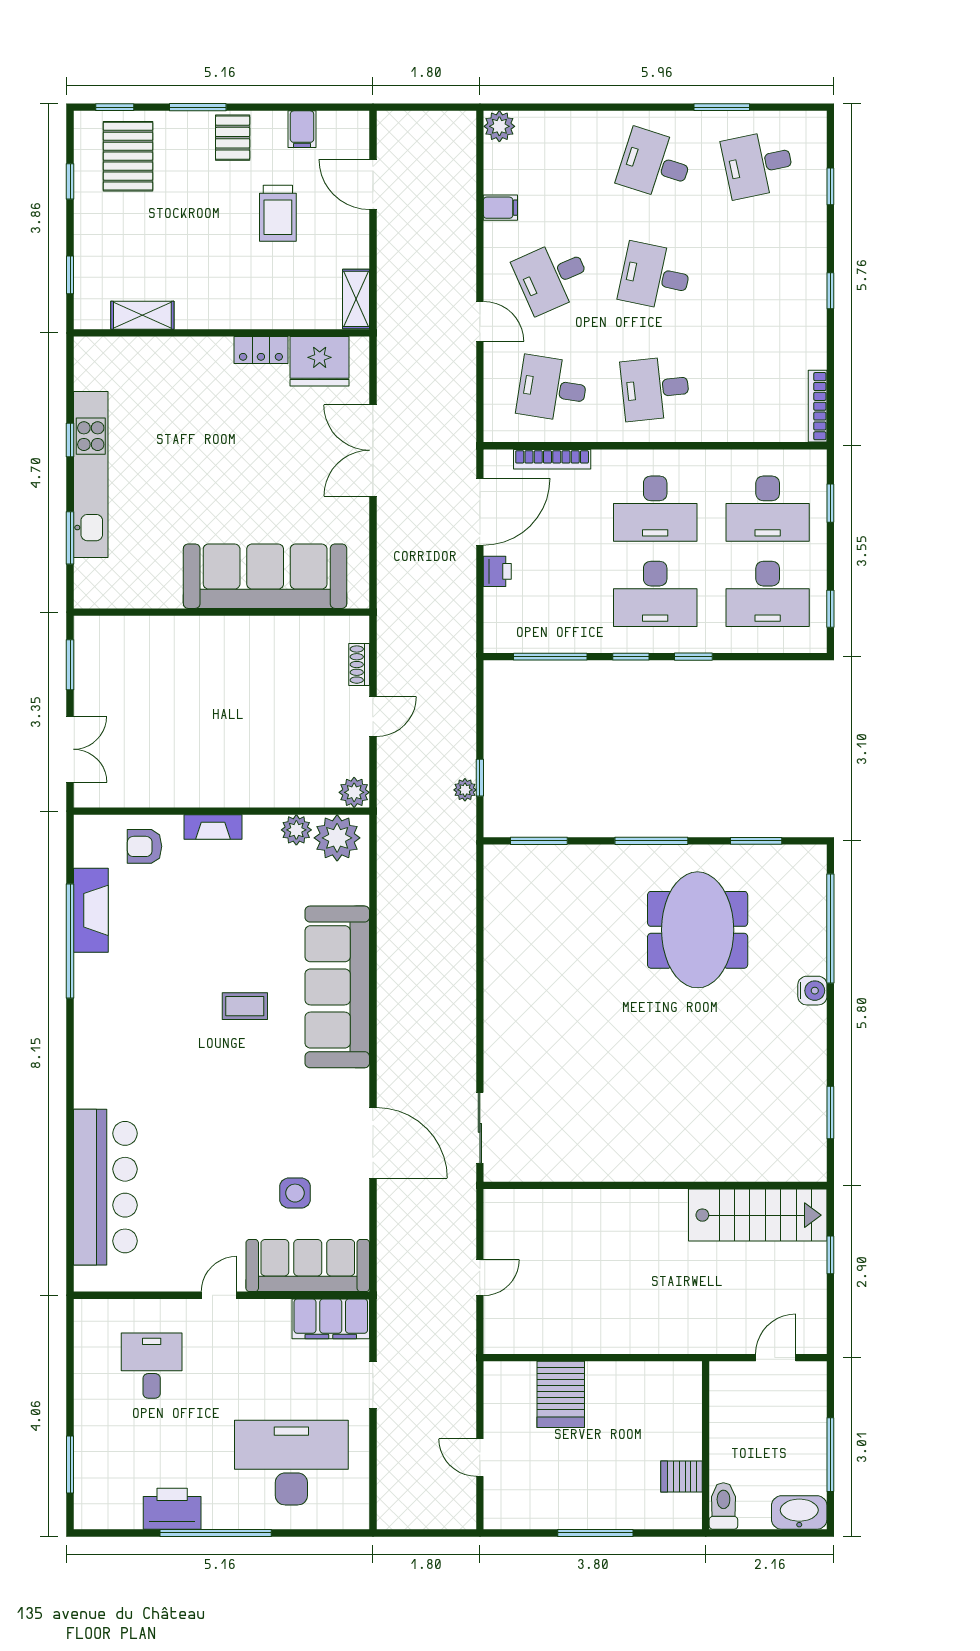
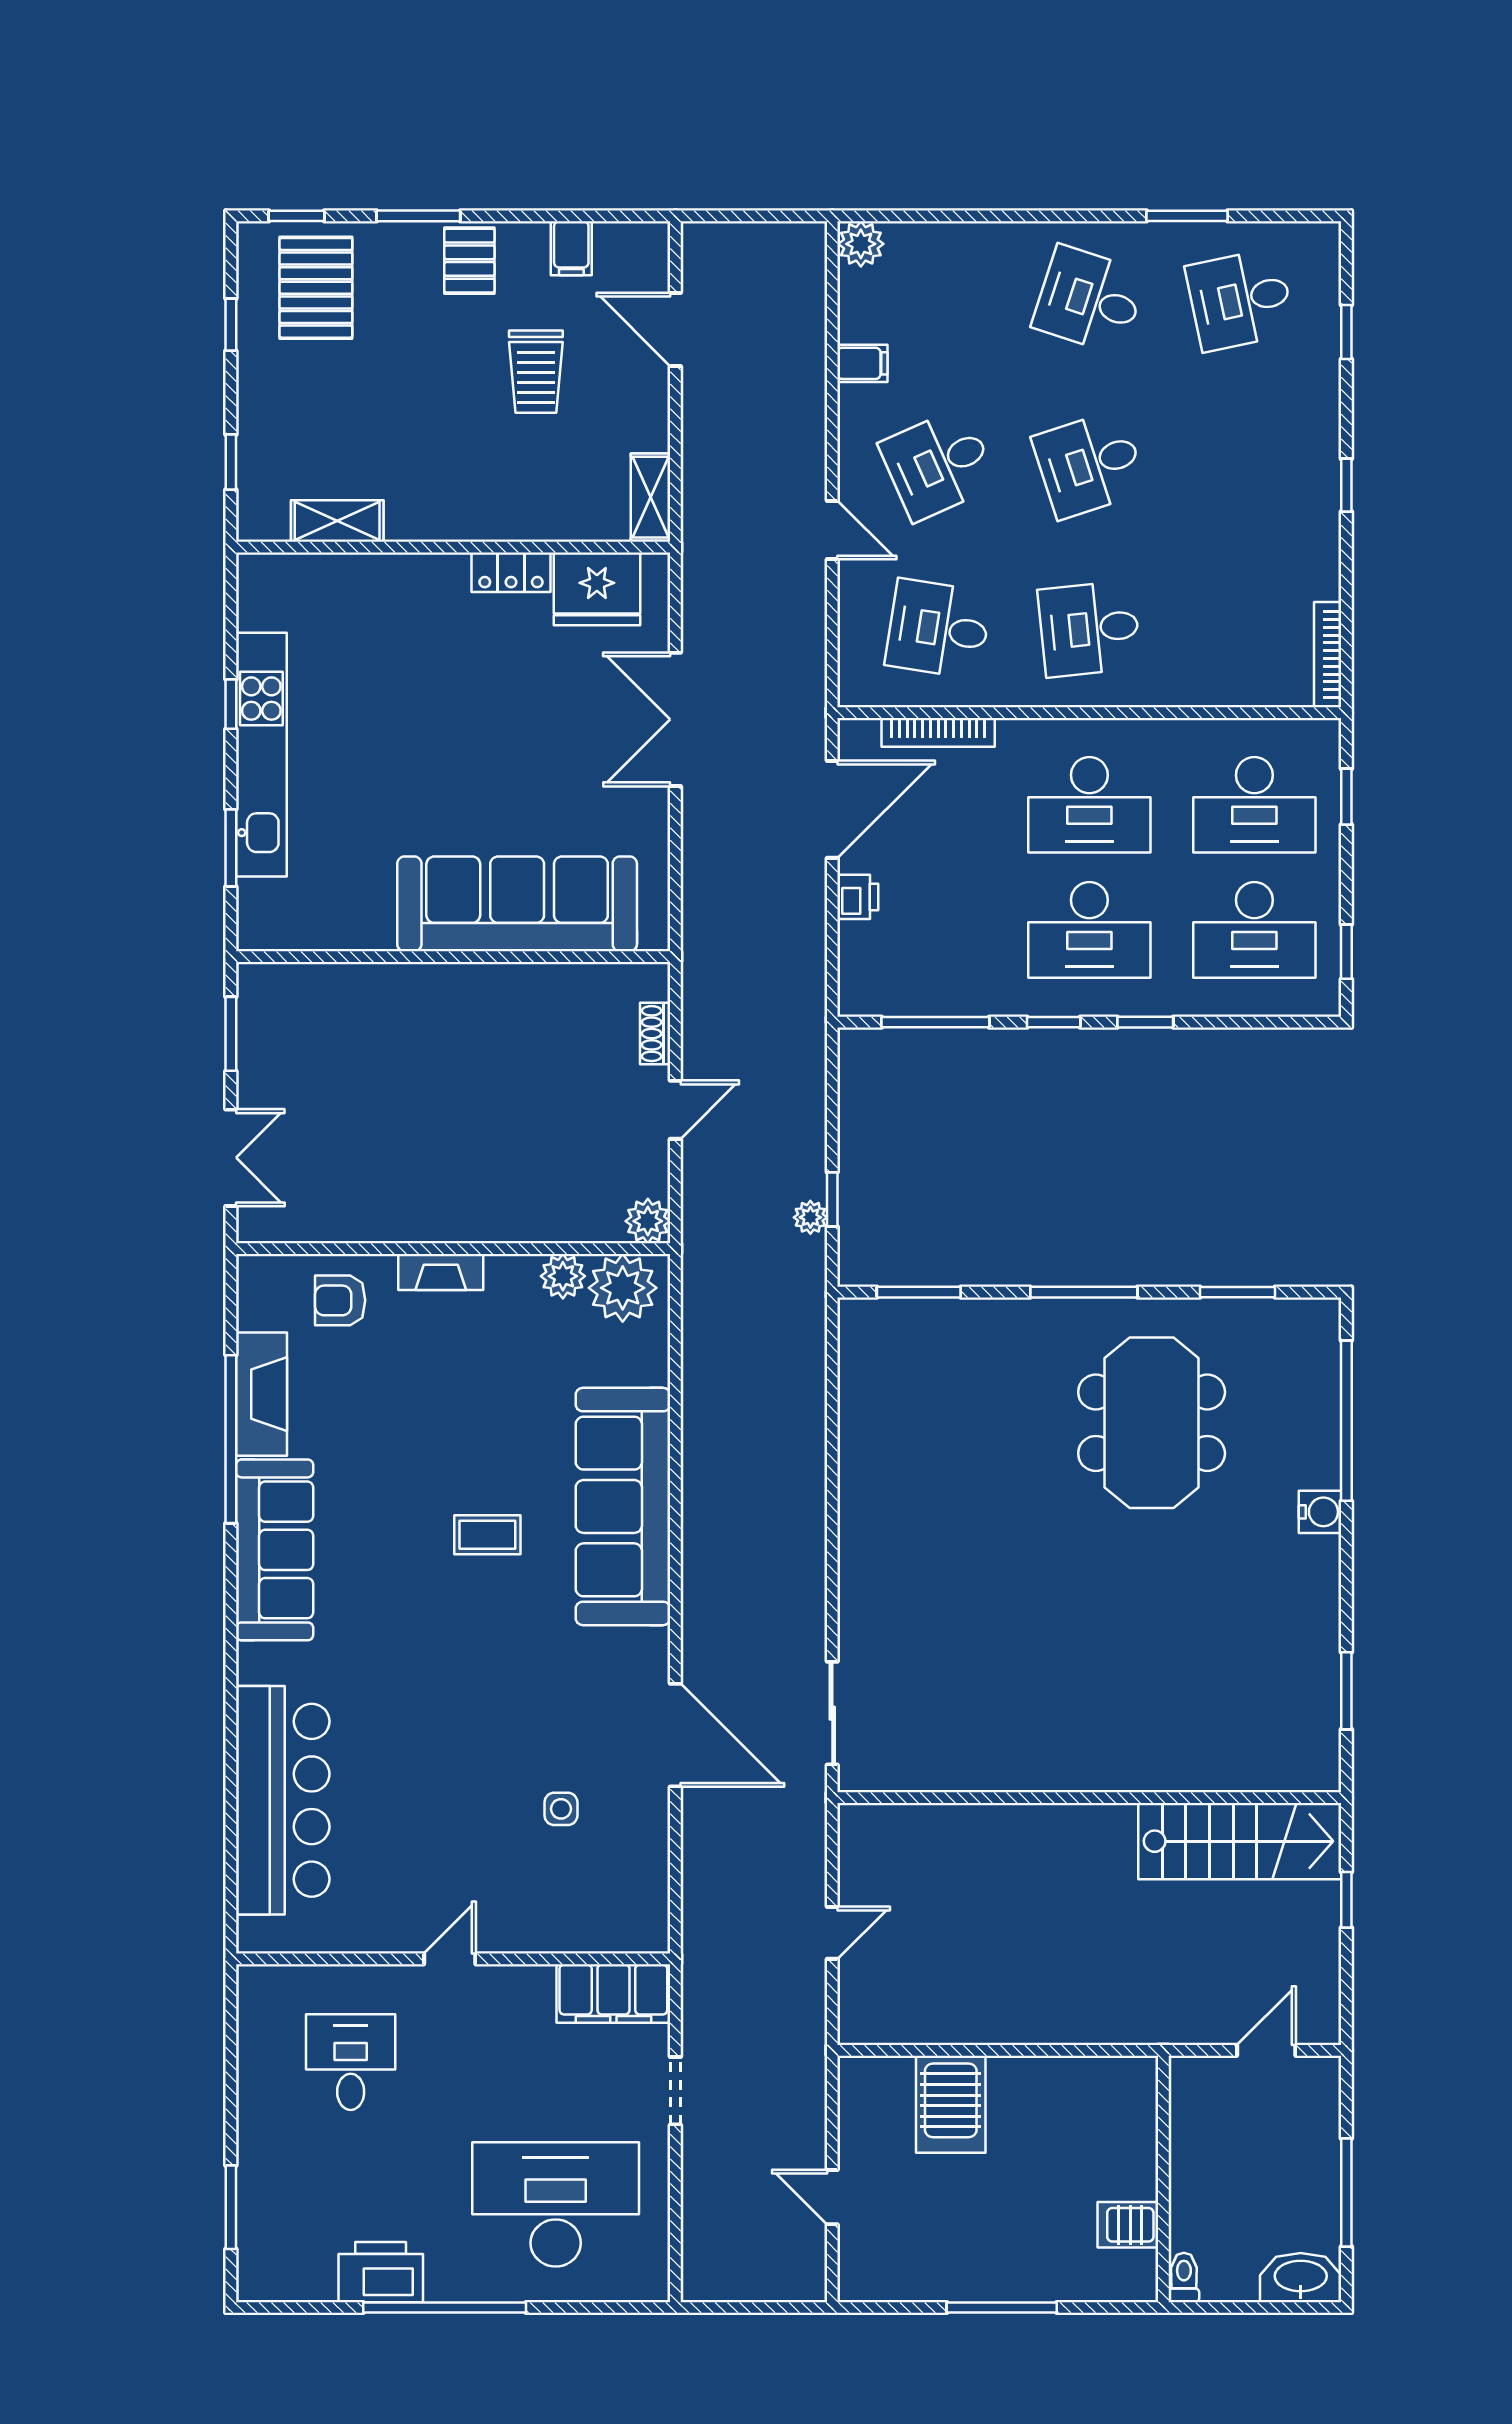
desk: (655, 276) -> (1089, 464), turned -30
side table: (295, 1193) -> (561, 1809), width x0.73, depth x0.73
sofa: (308, 1266) -> (275, 1550), moved, turned 90
toilet: (723, 1506) -> (1184, 2278), width x0.73, depth x0.72

